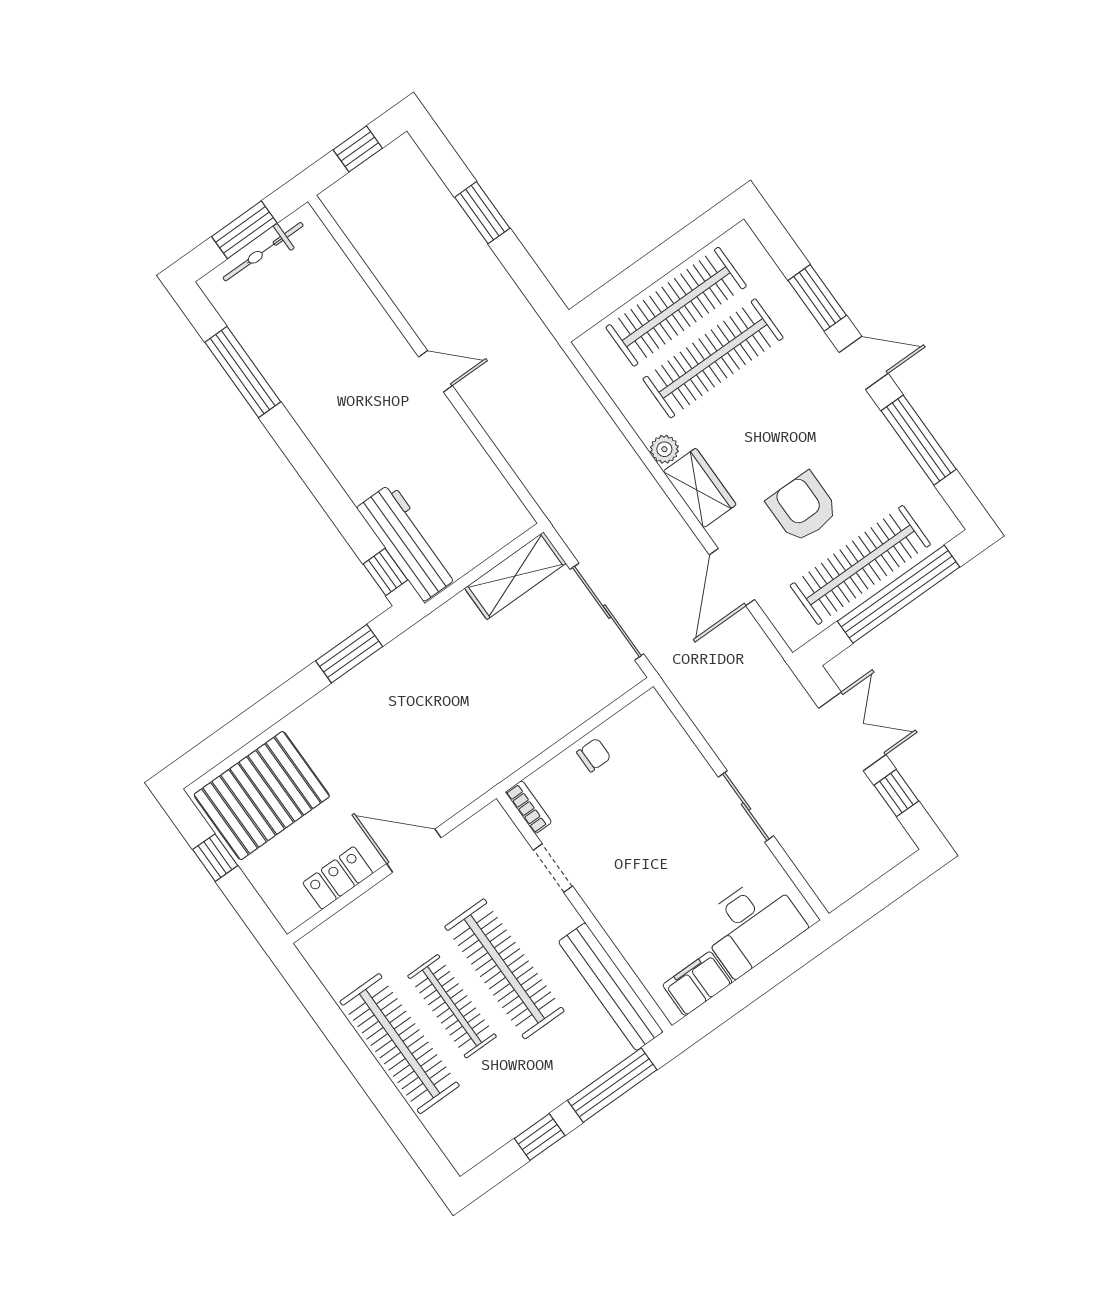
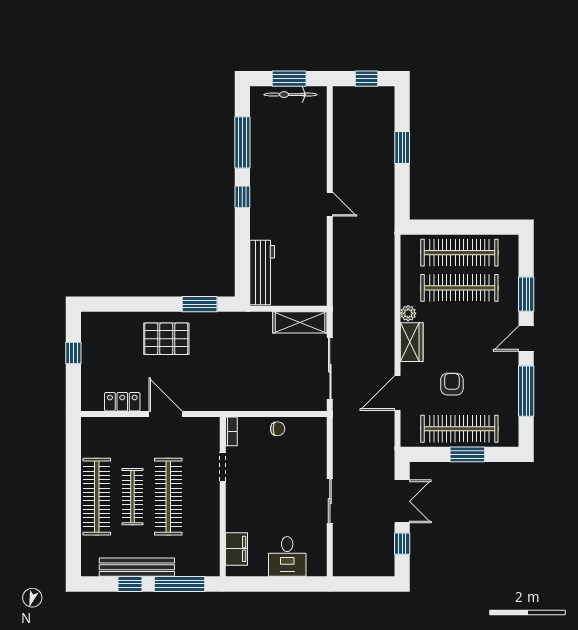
door: (864, 363) -> (526, 338), swing flipped
armchair: (803, 507) -> (452, 384), width x0.72, depth x0.72
window: (385, 572) -> (242, 197), moved
window: (899, 594) -> (467, 454), width x0.47
pallet: (262, 796) -> (166, 339), moved, width x0.73, depth x0.71
desk: (751, 925) -> (287, 556), width x0.73
filing cabinet: (697, 984) -> (236, 549), moved, turned 90
bench: (611, 987) -> (137, 567), moved, turned 90

